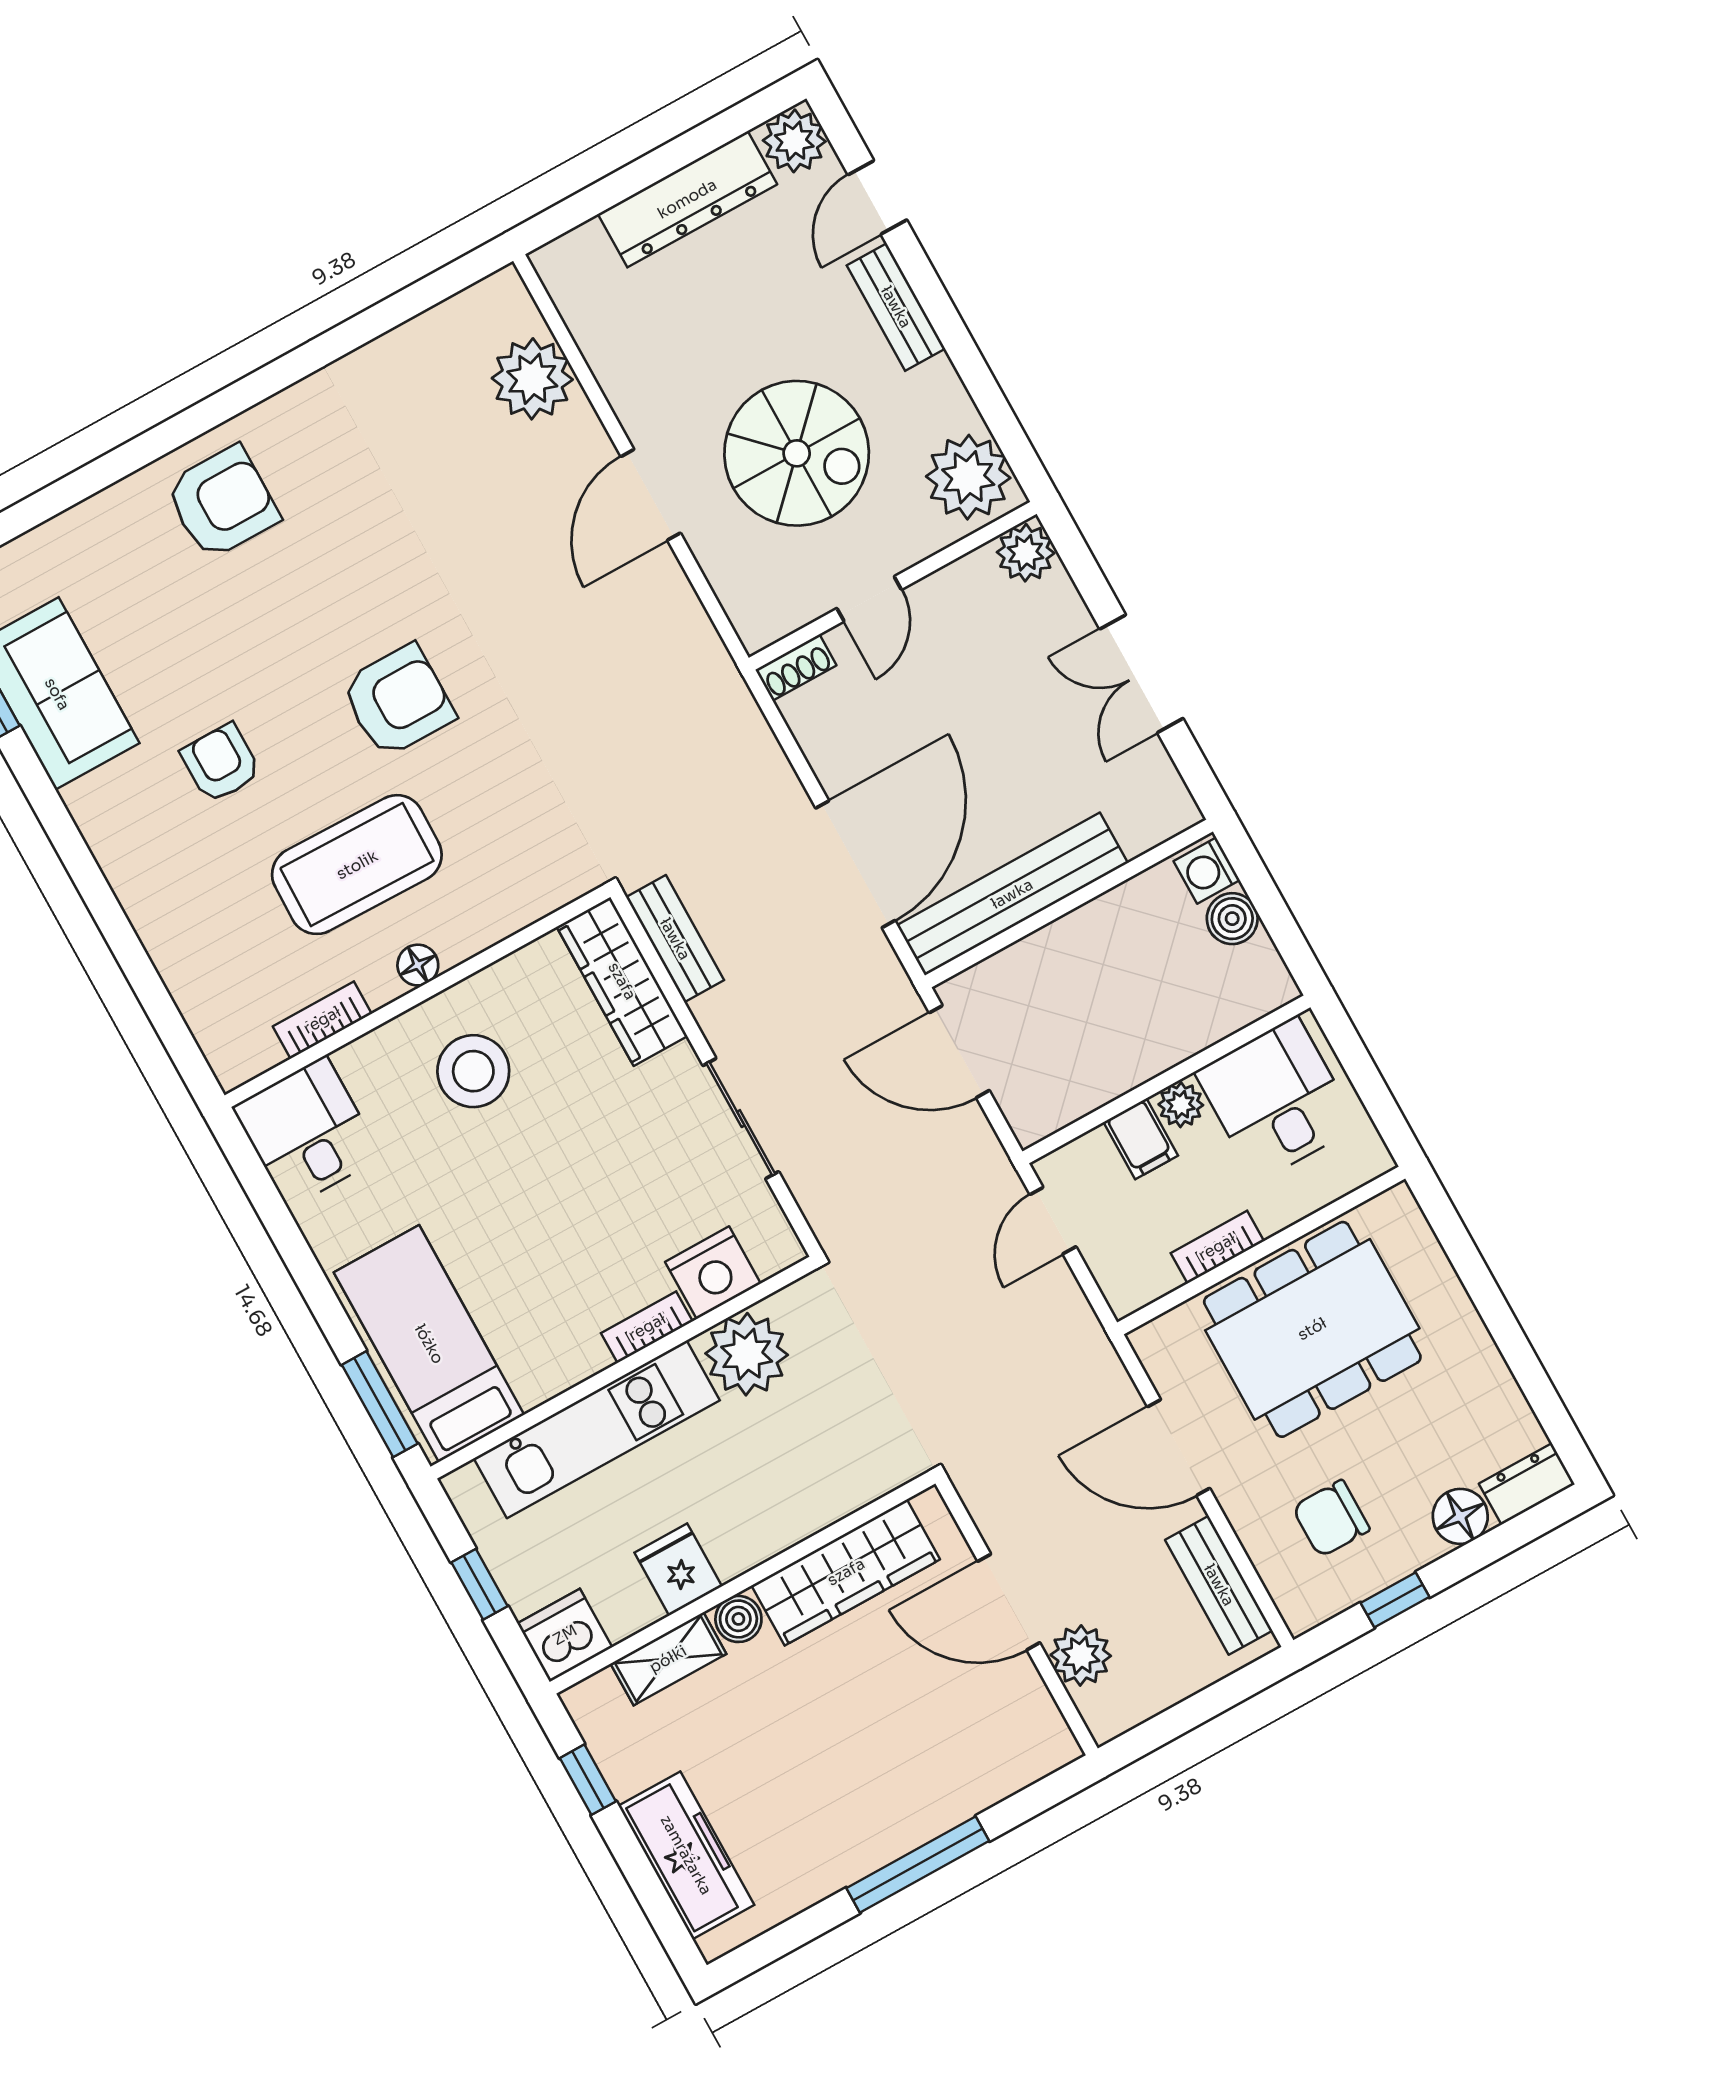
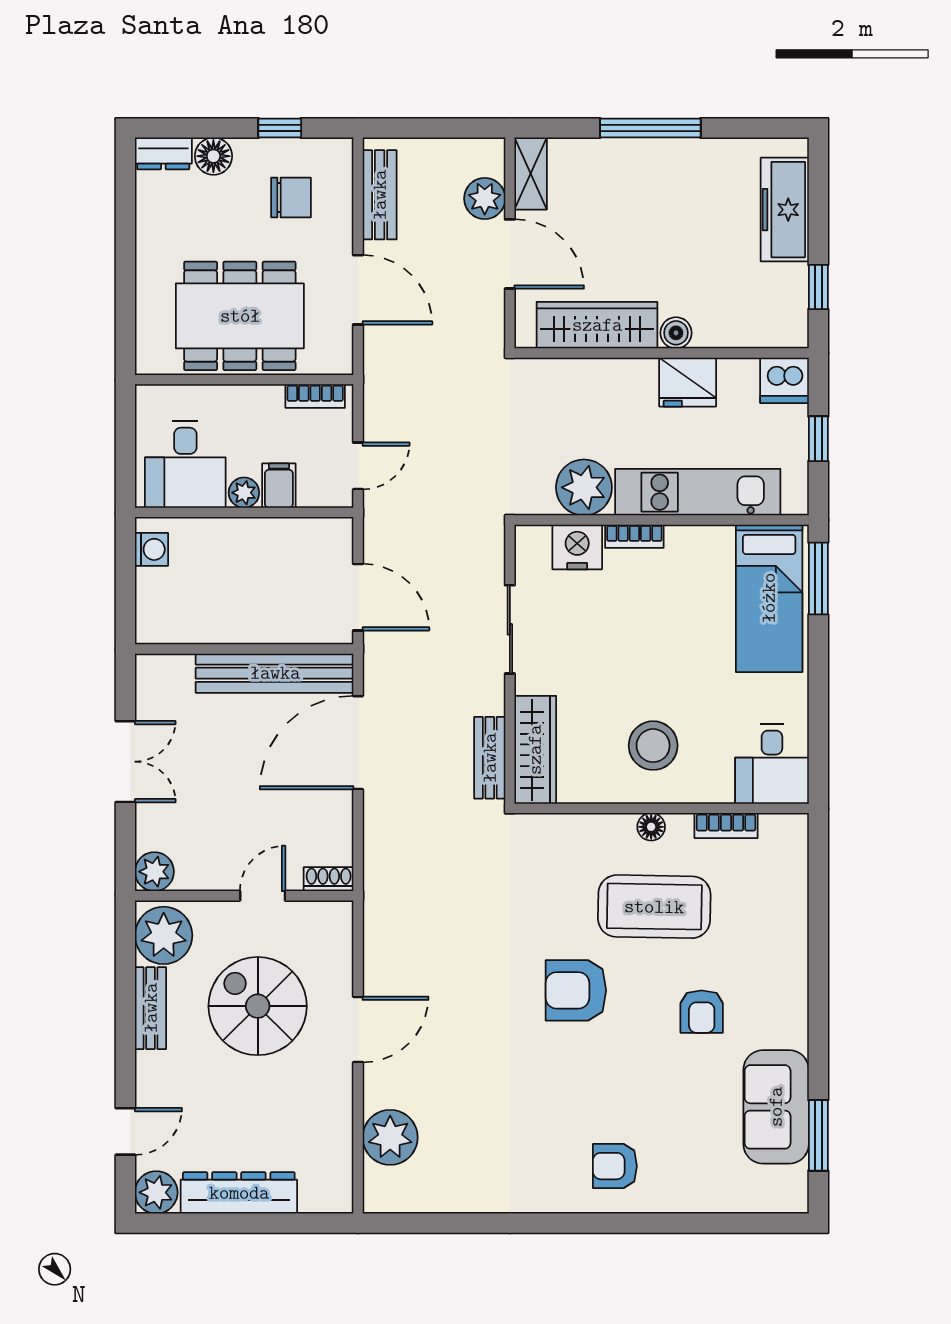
bench: (896, 307) -> (151, 1008), moved
armchair: (222, 502) -> (615, 1166), width x0.72, depth x0.72
washing machine: (1207, 871) -> (151, 549), moved
boiler: (1232, 919) -> (152, 586), removed
bookcase: (1217, 1247) -> (315, 396), moved
fridge: (678, 1569) -> (688, 382), width x1.38
shelving: (668, 1659) -> (531, 174), moved, turned 90

